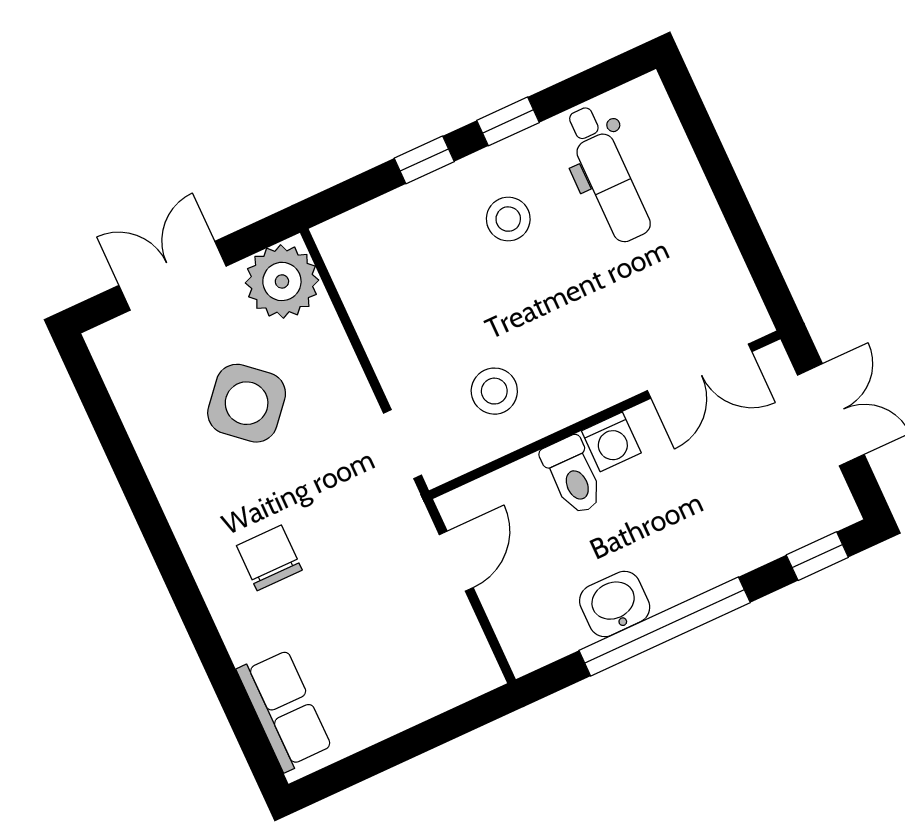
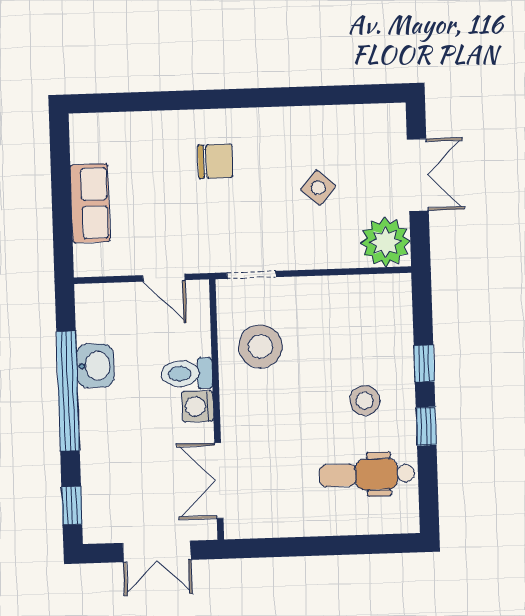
stool: (494, 391) -> (261, 346), width x1.38, depth x1.38
side table: (247, 403) -> (318, 188), width x0.54, depth x0.54
row of seats: (285, 710) -> (90, 203), moved, turned -90

